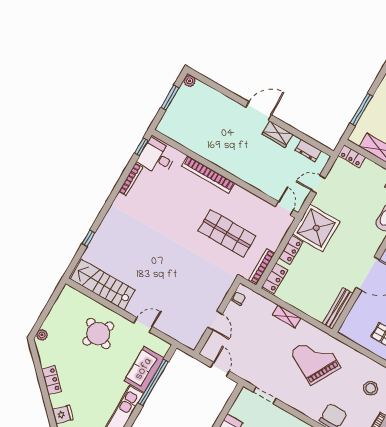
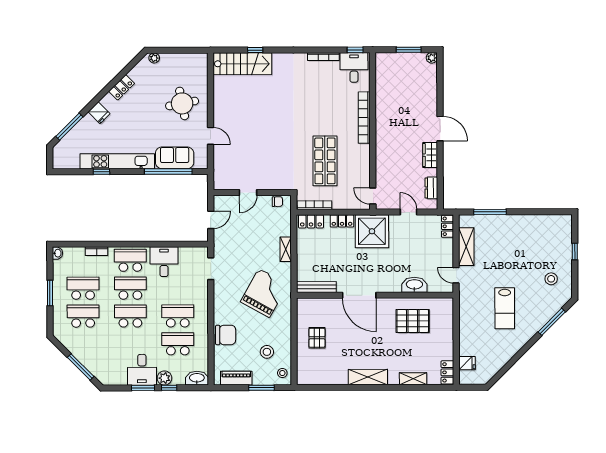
door: (285, 208) -> (373, 196), swing flipped
stairs: (103, 285) -> (242, 64), moved, turned 90
round table: (98, 334) -> (182, 103), turned -37

